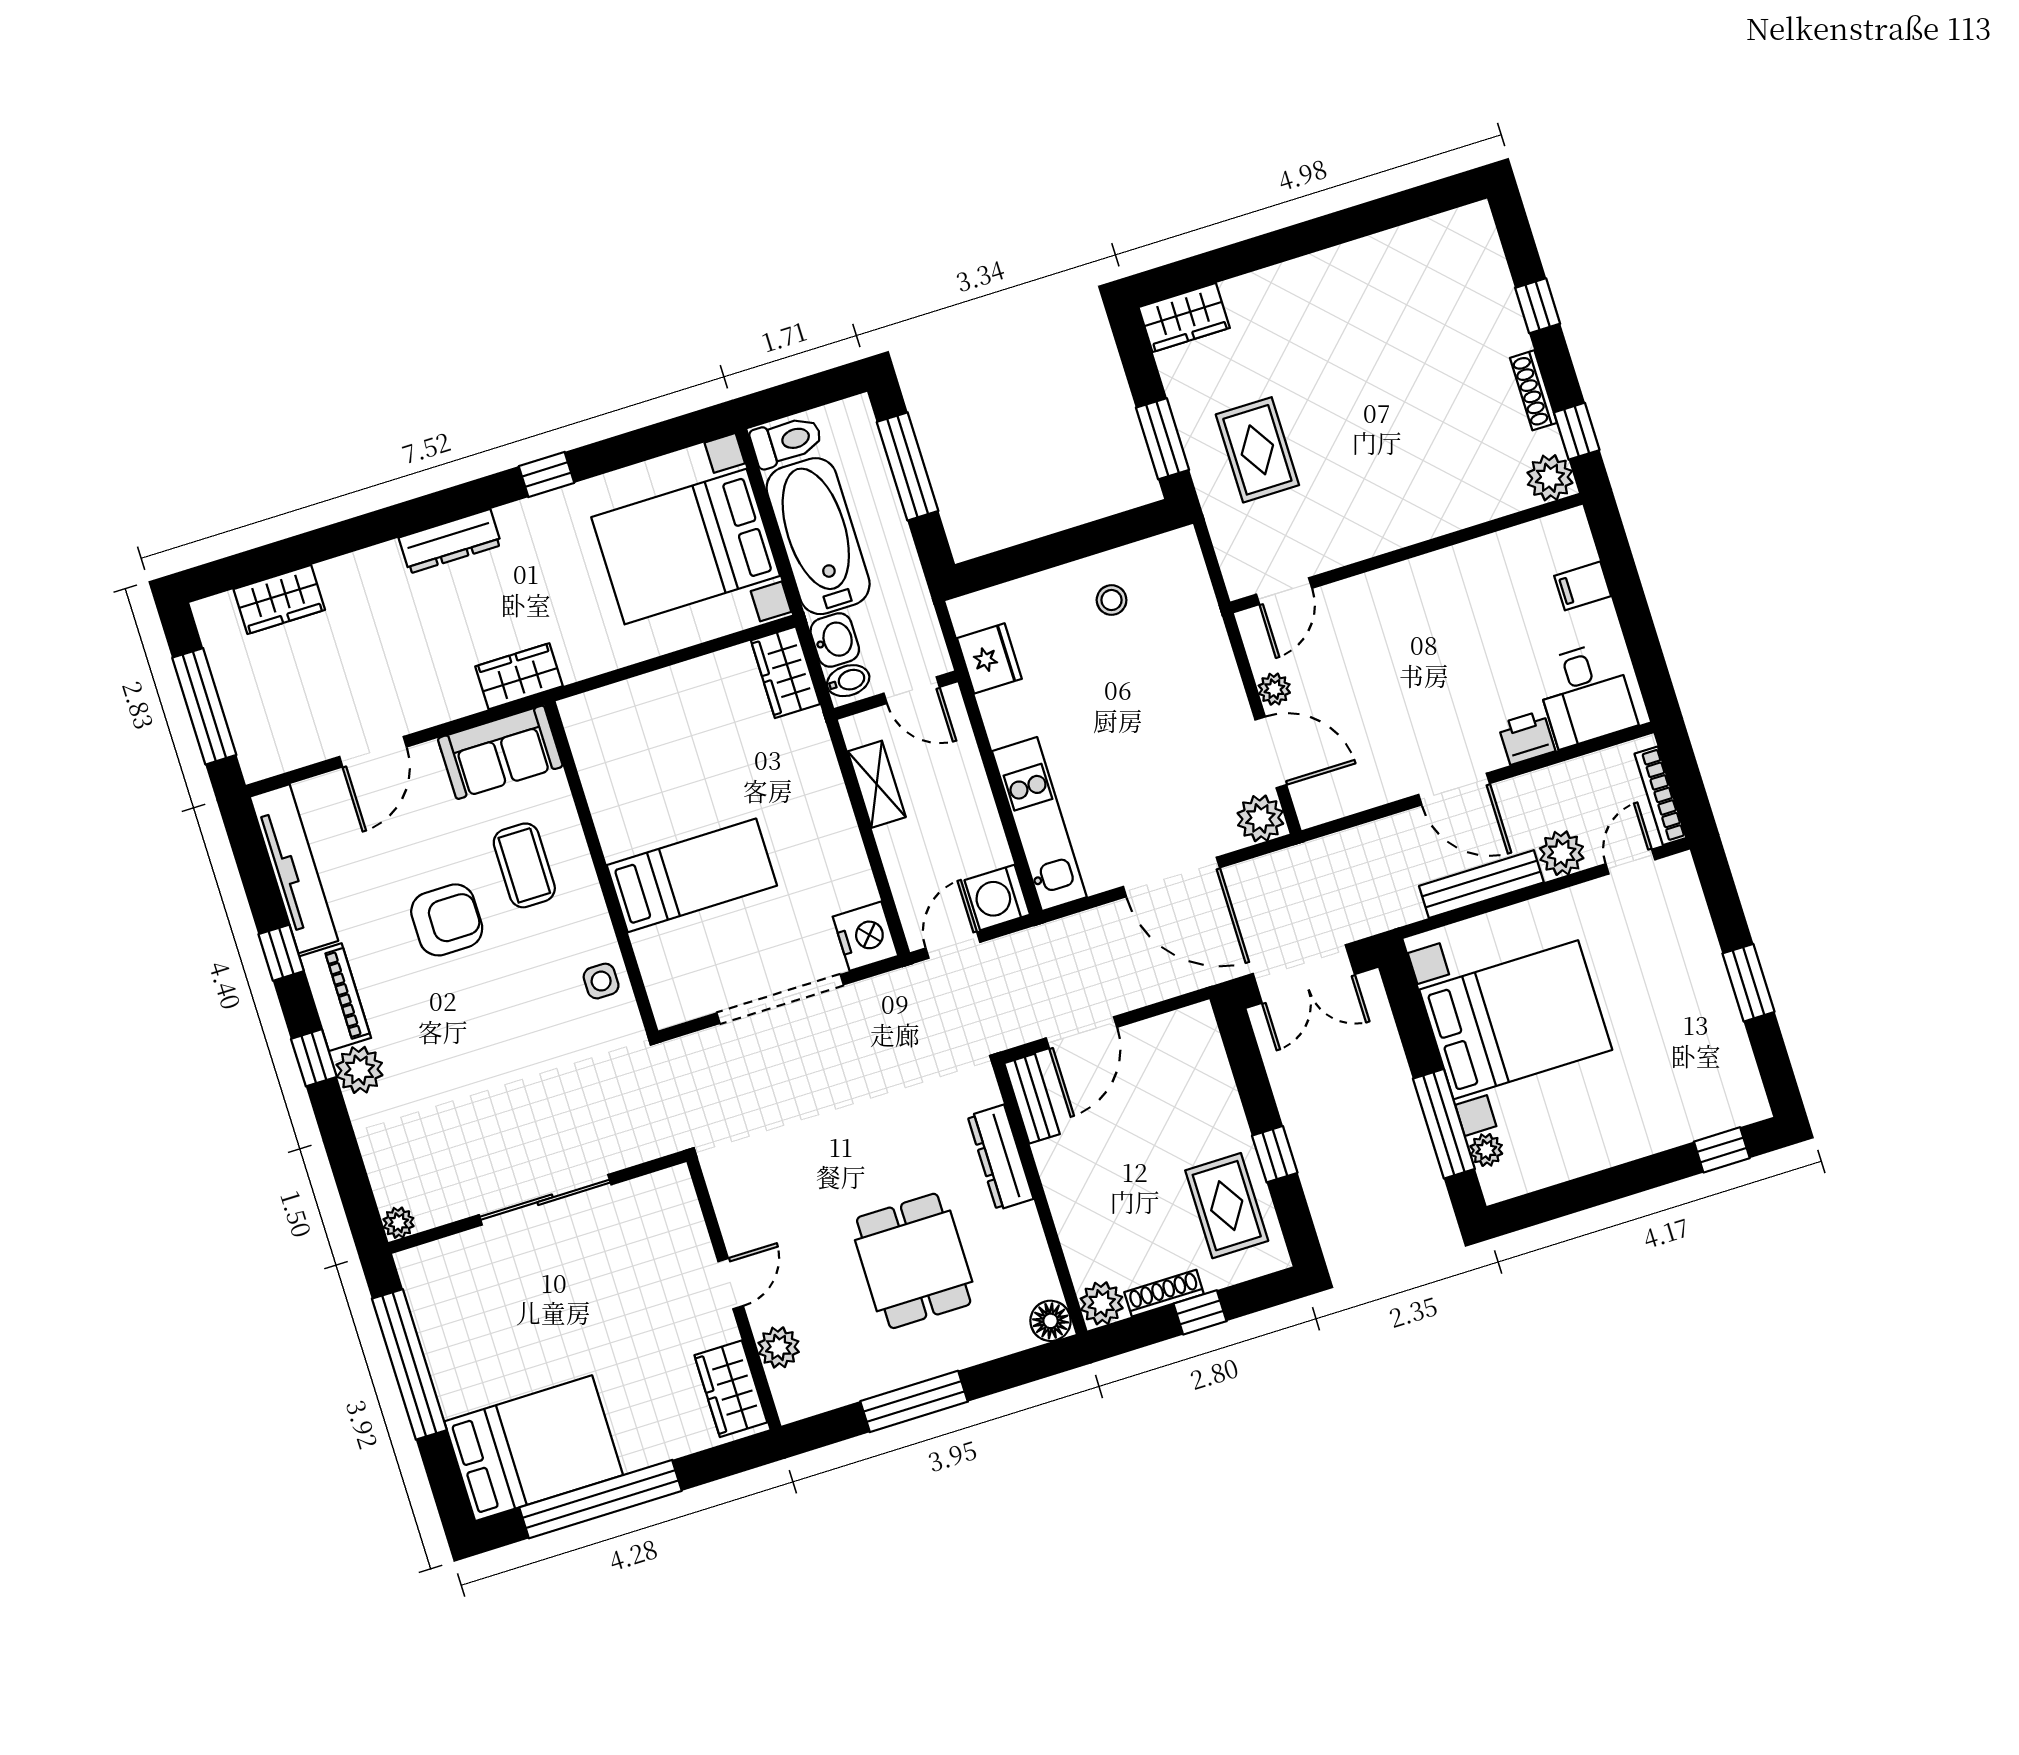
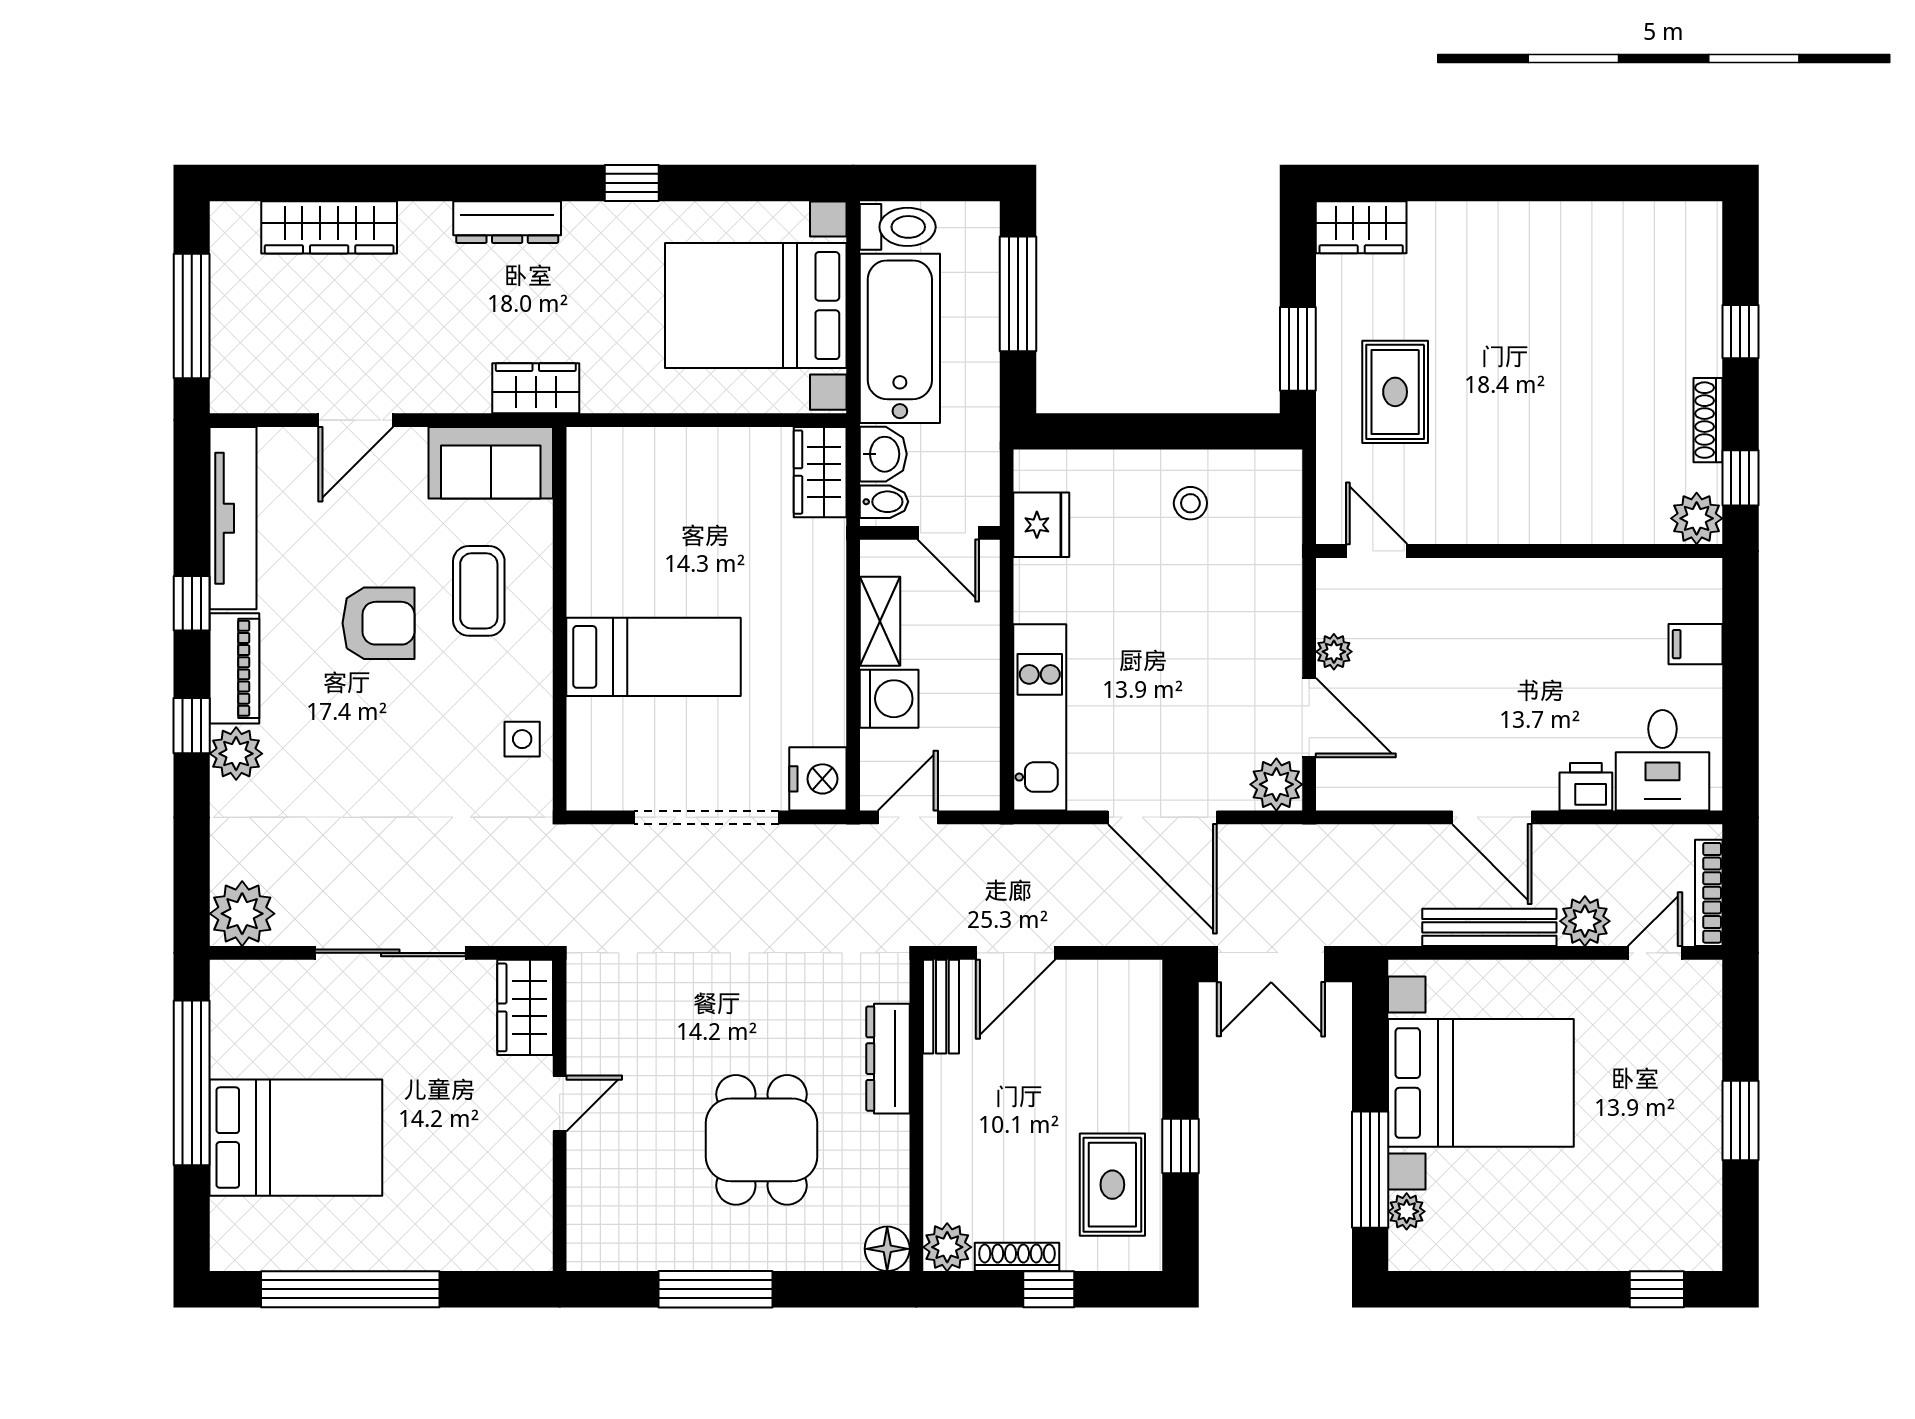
door: (1284, 591) -> (1377, 551), swing flipped
wardrobe: (279, 599) -> (329, 227), width x1.50
washing machine: (997, 897) -> (889, 699), moved, turned 180
plant: (399, 1223) -> (242, 914), width x1.88, depth x1.88
plant: (779, 1347) -> (590, 1187), removed
wardrobe: (731, 1389) -> (525, 1007), moved
bed: (534, 1448) -> (296, 1138), moved

